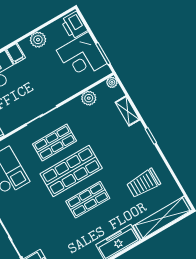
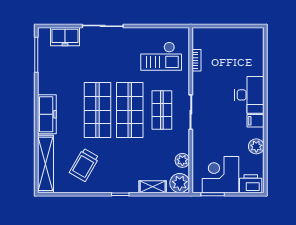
plant: (112, 82) -> (180, 183), width x1.88, depth x1.88
trolley: (143, 183) -> (84, 165), turned -150
shop shelf: (88, 200) -> (98, 110), width x1.43, depth x1.36

